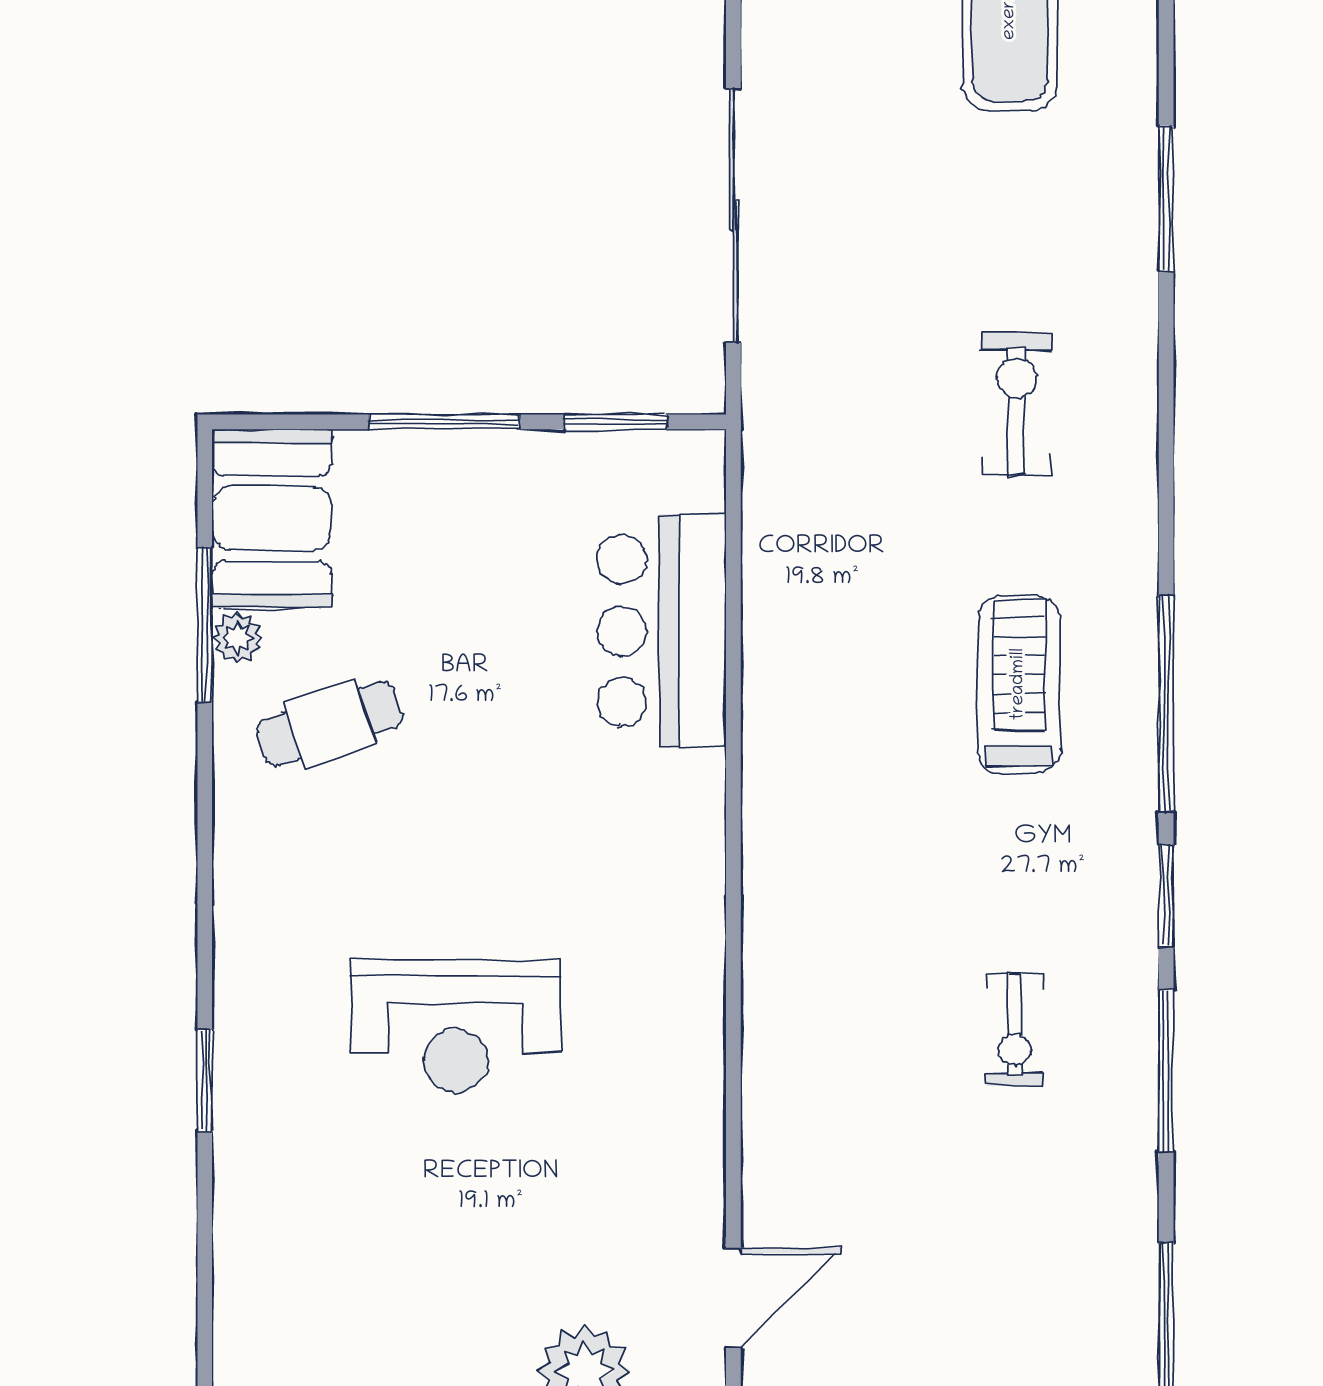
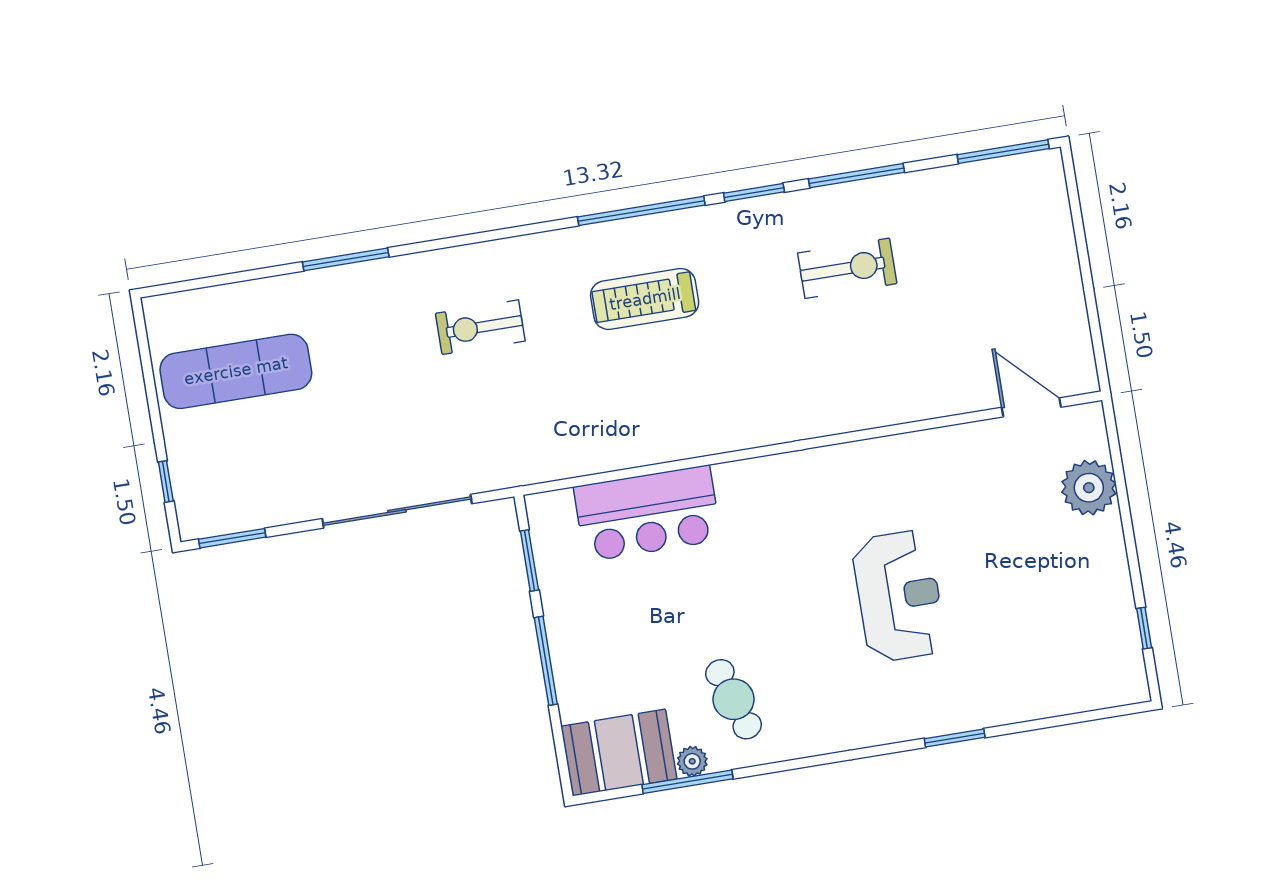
exercise bike: (1015, 1030) -> (847, 268), width x1.38, depth x1.39

